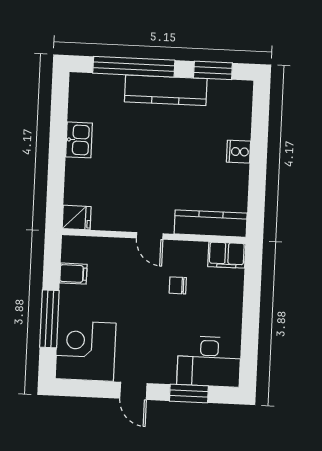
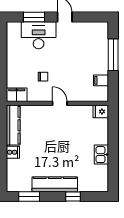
window: (134, 67) -> (73, 197), width x0.32
kitchen counter: (211, 224) -> (13, 125), moved, turned -90
corner desk: (86, 351) -> (92, 38), removed
desk: (209, 361) -> (39, 35), moved

